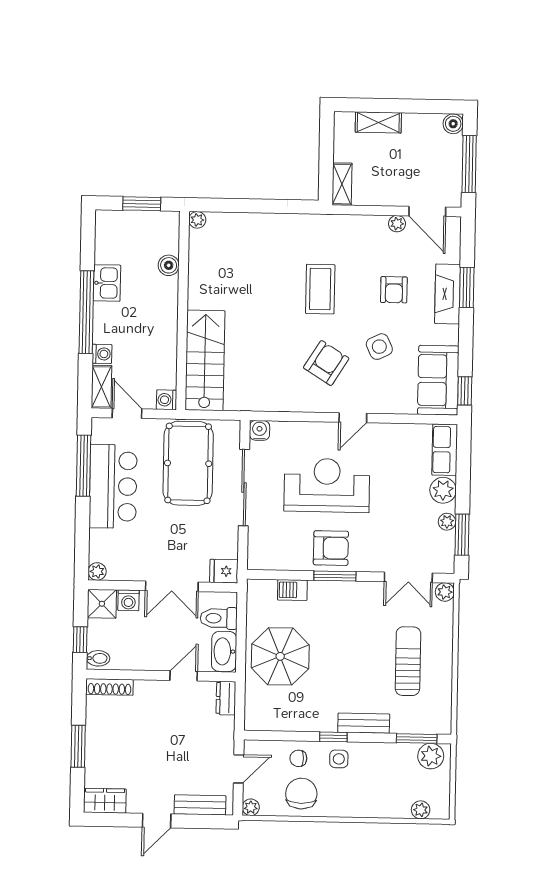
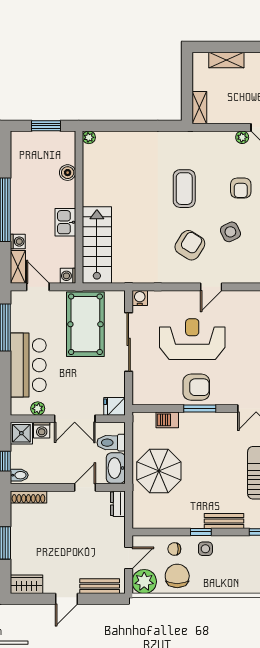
kitchen sink: (107, 283) -> (65, 222), moved, turned 180
bar counter: (113, 486) -> (28, 365), moved
plant: (97, 571) -> (38, 409), moved
plant: (251, 807) -> (144, 582), width x1.87, depth x1.87

